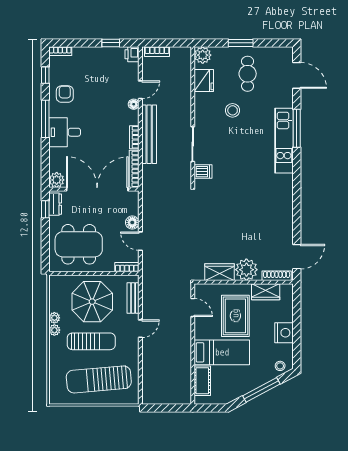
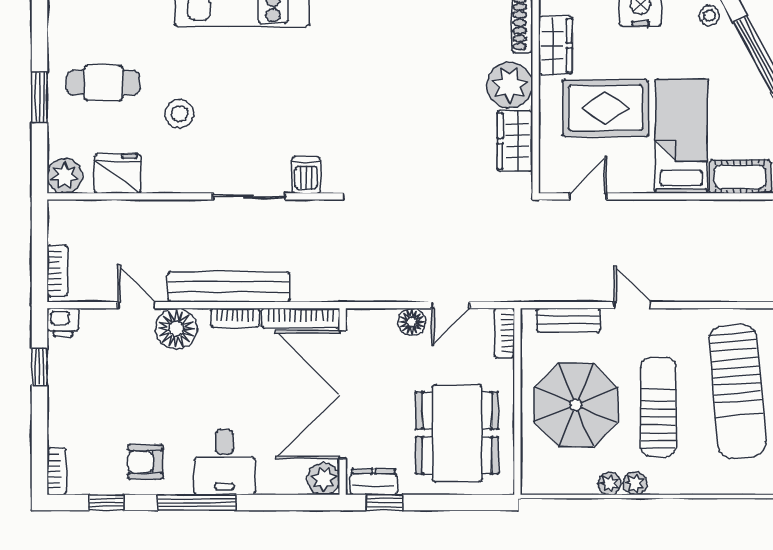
floor lamp: (134, 104) -> (176, 329), width x1.89, depth x1.89

